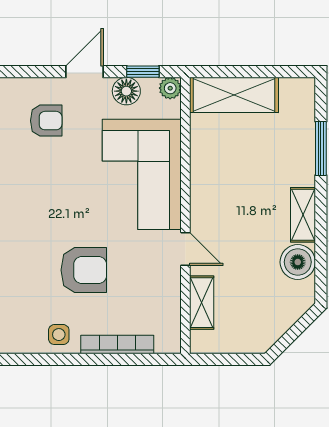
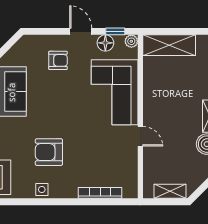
door: (85, 72) -> (81, 31), hinge flipped
armchair: (84, 270) -> (49, 152), moved, turned 180
shelving: (202, 303) -> (170, 191), moved, turned 90
side table: (59, 335) -> (42, 190), moved

